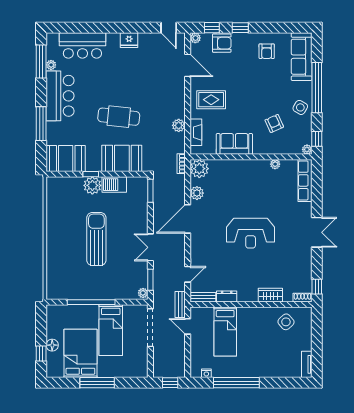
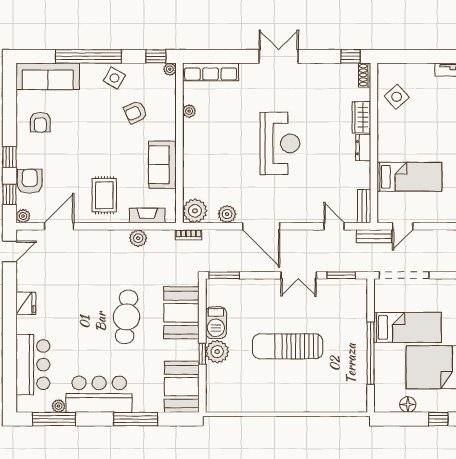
armchair: (267, 51) -> (40, 122), turned 90
plant: (143, 293) -> (359, 285), removed
dresser: (227, 296) -> (363, 148), moved
floor lamp: (52, 345) -> (408, 405), moved

